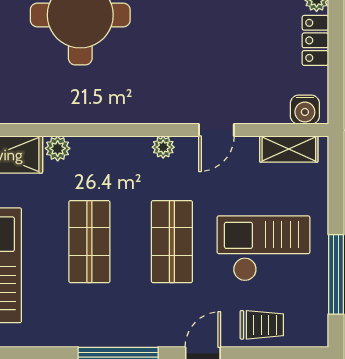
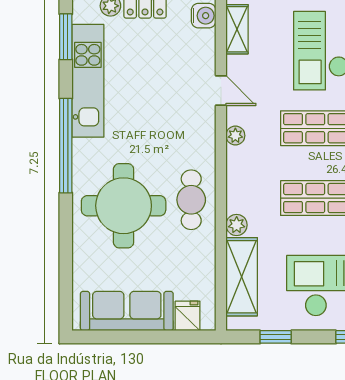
cafe table: (87, 95) -> (191, 200), added

